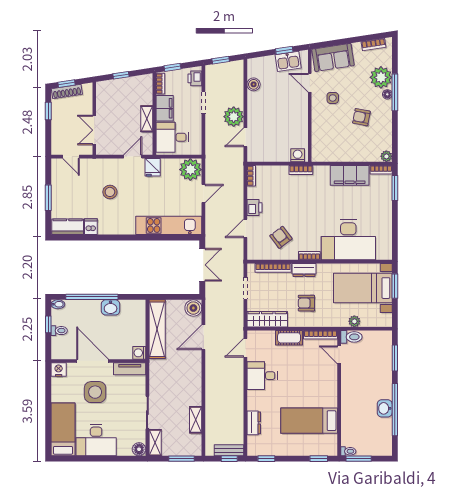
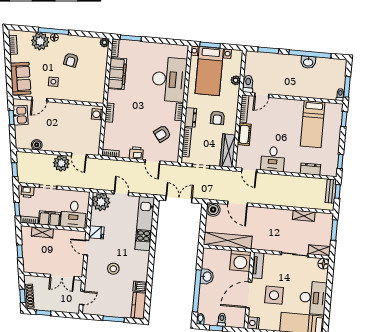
shelving: (147, 119) -> (42, 232), moved
washing machine: (139, 353) -> (240, 261), width x1.89, depth x1.89

